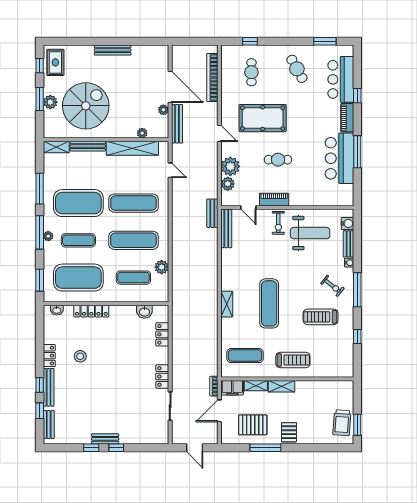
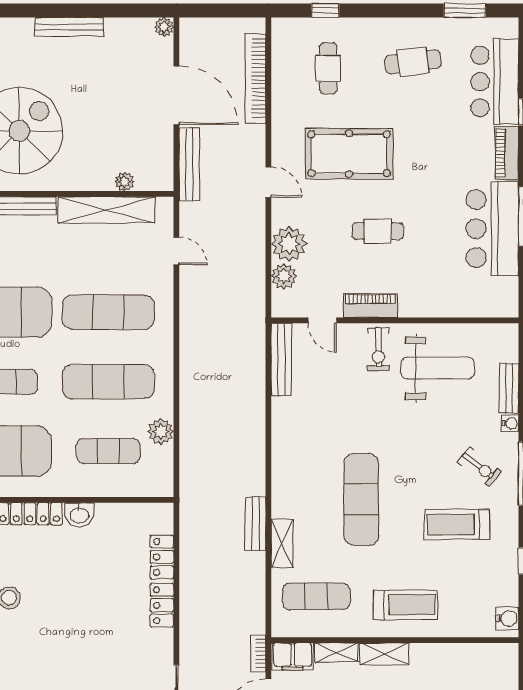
cafe table: (297, 69) -> (413, 62), turned -68
plant: (163, 110) -> (164, 27), moved
bench: (212, 213) -> (255, 524), moved
water cooler: (347, 223) -> (507, 618), moved
shelving: (227, 304) -> (282, 544), moved
washbasin: (144, 312) -> (79, 515), moved
locker: (162, 376) -> (162, 605), moved

